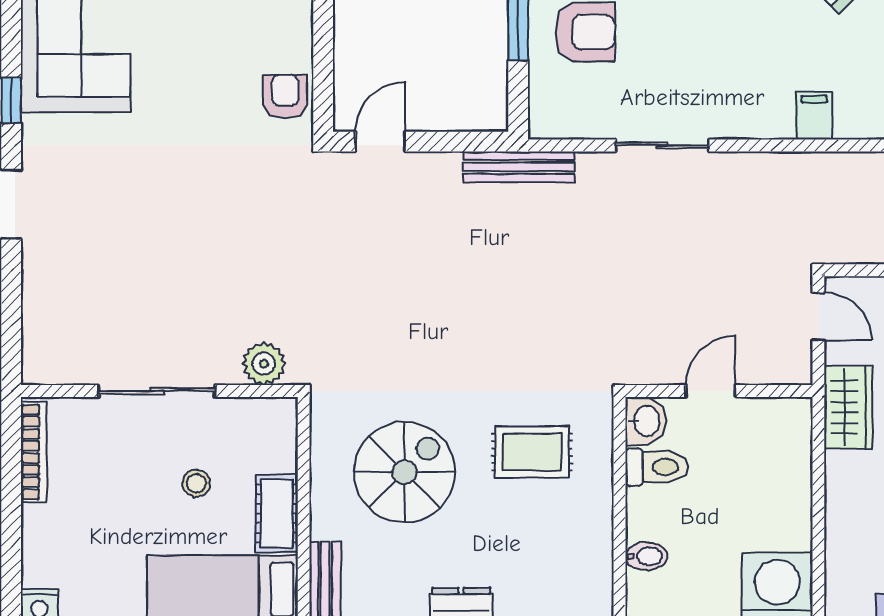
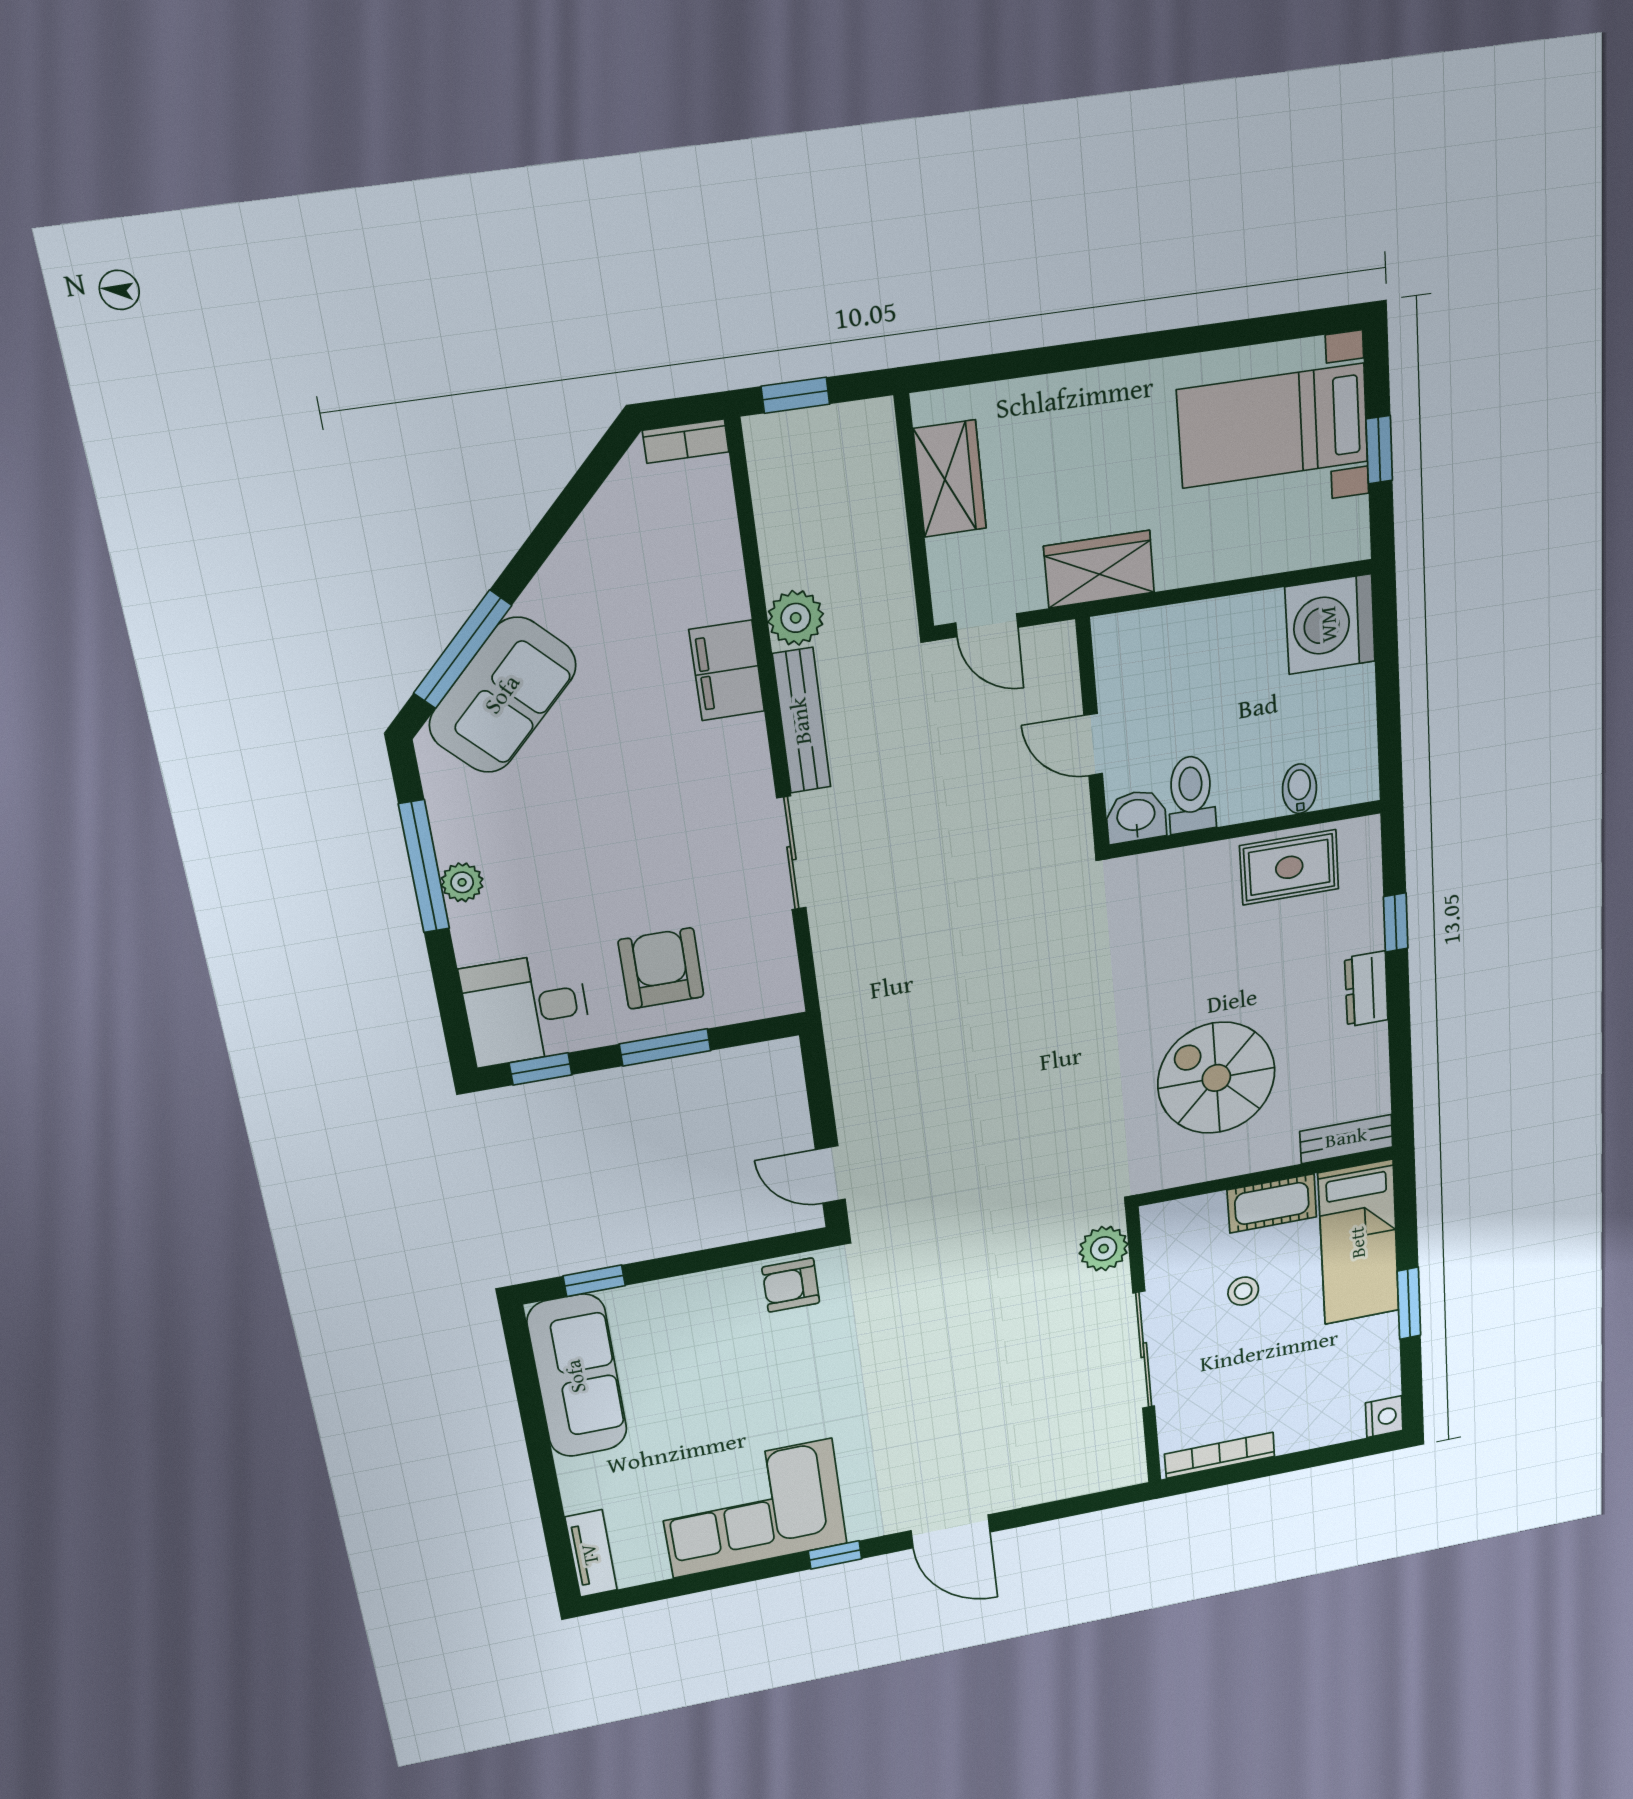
filing cabinet: (814, 116) -> (727, 671), width x2.00
bench: (519, 167) -> (802, 721), moved
plant: (846, 172) -> (796, 618), added
door: (818, 317) -> (987, 625), swing flipped
rug: (532, 452) -> (1289, 867), moved, turned 90

